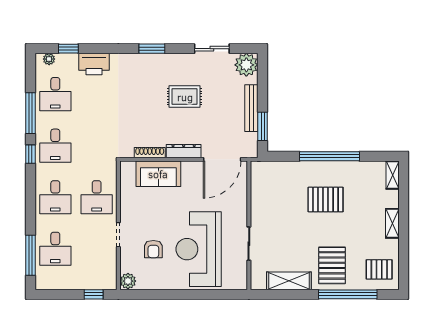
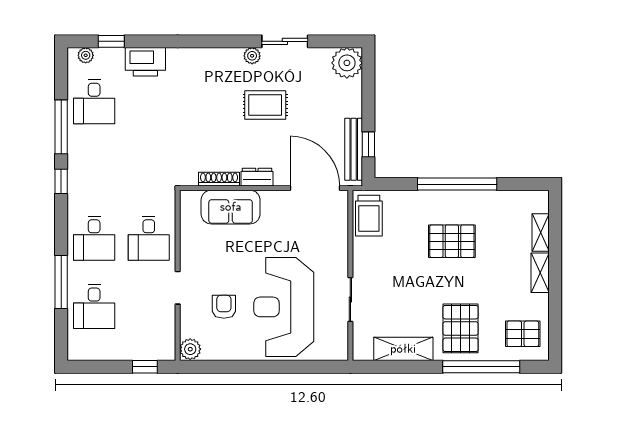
window: (152, 49) -> (222, 41), removed
sliding door: (212, 49) -> (285, 41), moved
plant: (175, 59) -> (252, 56), added
bench: (251, 108) -> (354, 149), moved
window: (263, 126) -> (368, 144), width x0.67
desk: (55, 146) -> (94, 170), removed
dresser: (184, 151) -> (257, 177), width x0.70
door: (222, 159) -> (315, 188), swing flipped
shelving: (393, 175) -> (541, 232), moved
trolley: (263, 180) -> (369, 216), added
armchair: (153, 249) -> (224, 307), turned 180
window: (30, 255) -> (61, 282), moved

